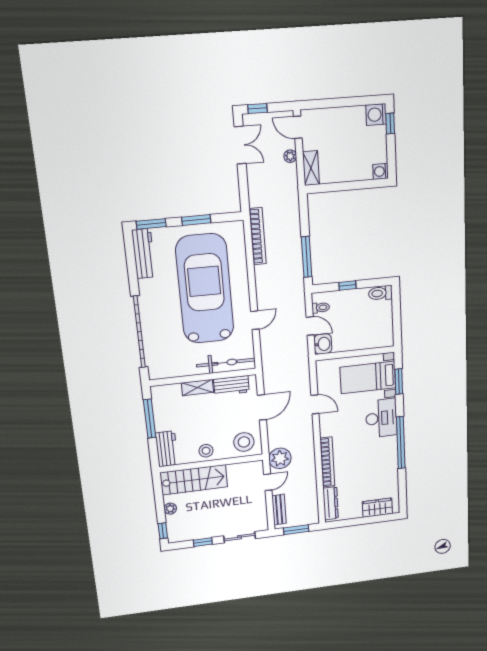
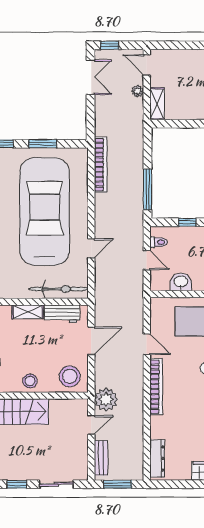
washbasin: (323, 344) -> (181, 282), moved, turned -90
bookcase: (327, 462) -> (156, 387), moved

